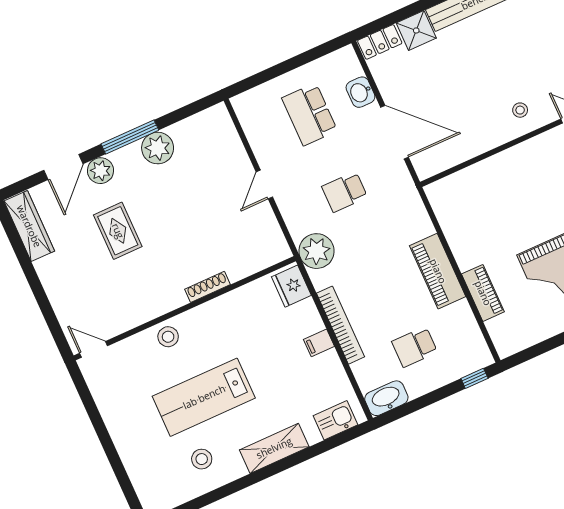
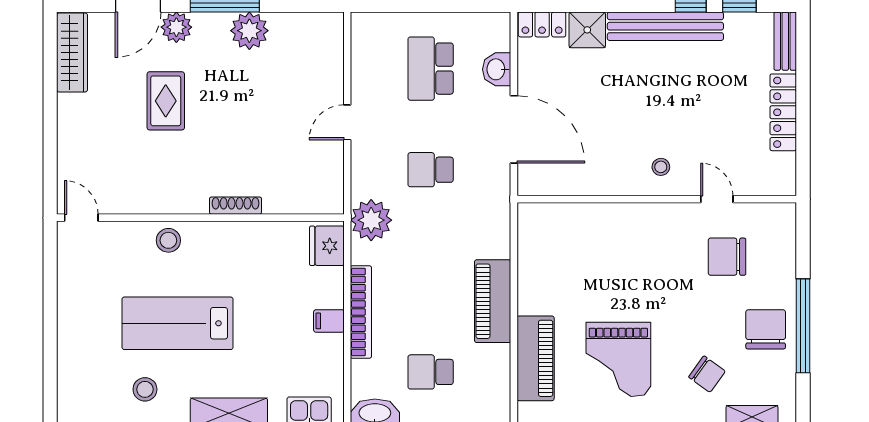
piano: (483, 293) -> (536, 358), width x1.37, depth x1.33

